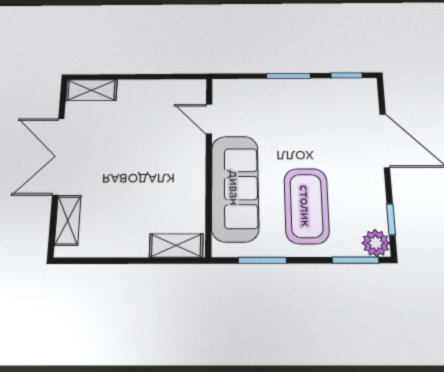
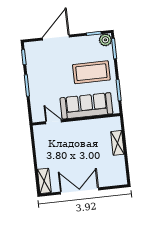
door: (209, 119) -> (53, 122), swing flipped
double door: (58, 156) -> (80, 191), swing flipped
shelving: (68, 220) -> (110, 181), removed
shelving: (176, 245) -> (117, 143), moved

